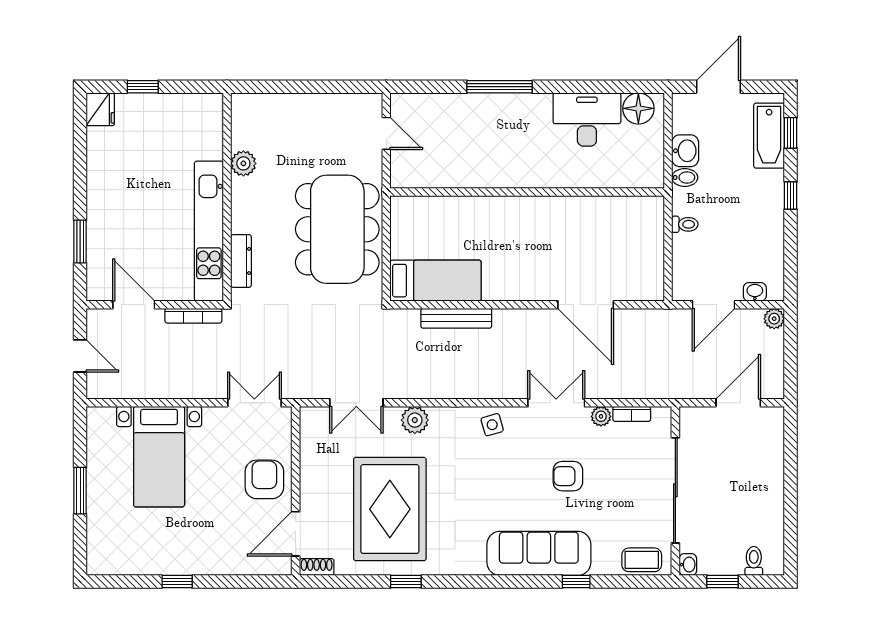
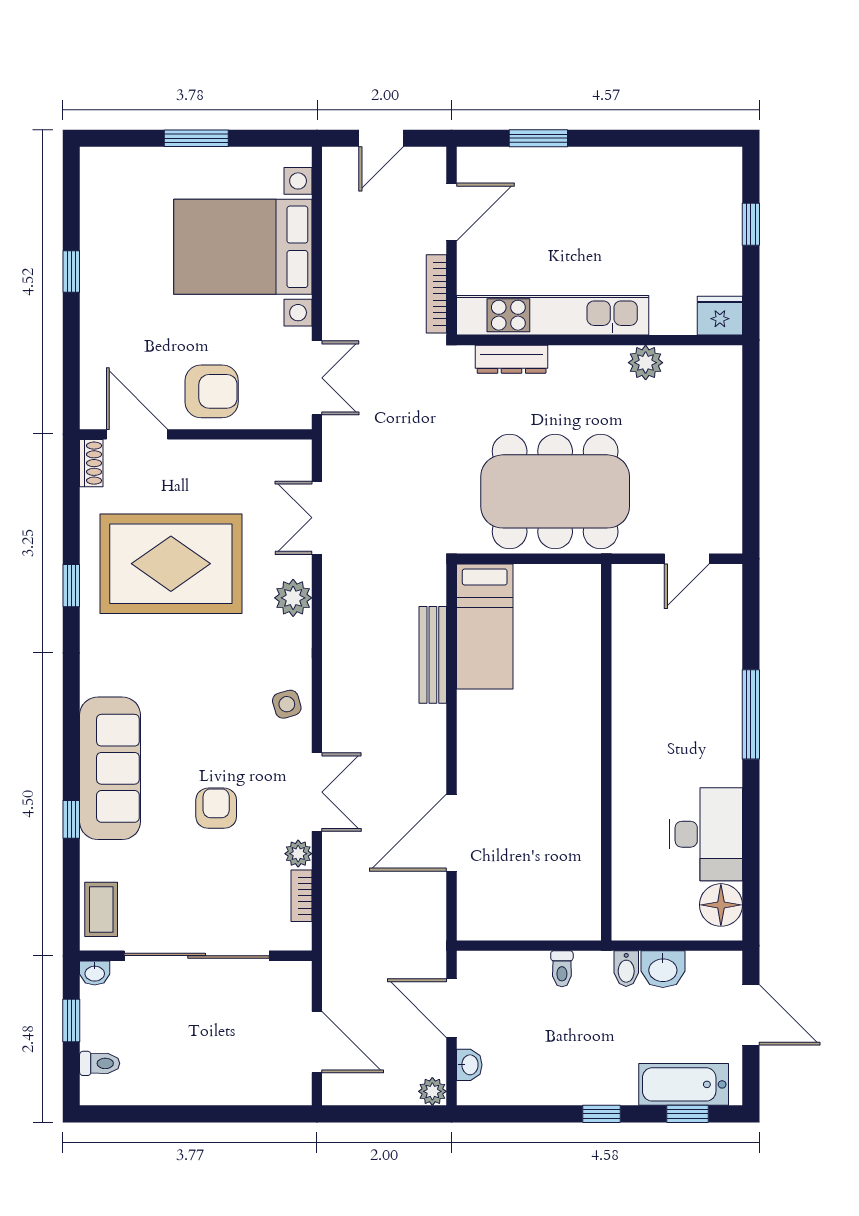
fridge: (100, 109) -> (720, 316), moved, turned 180
bed with nightstands: (159, 457) -> (243, 247), width x1.36

